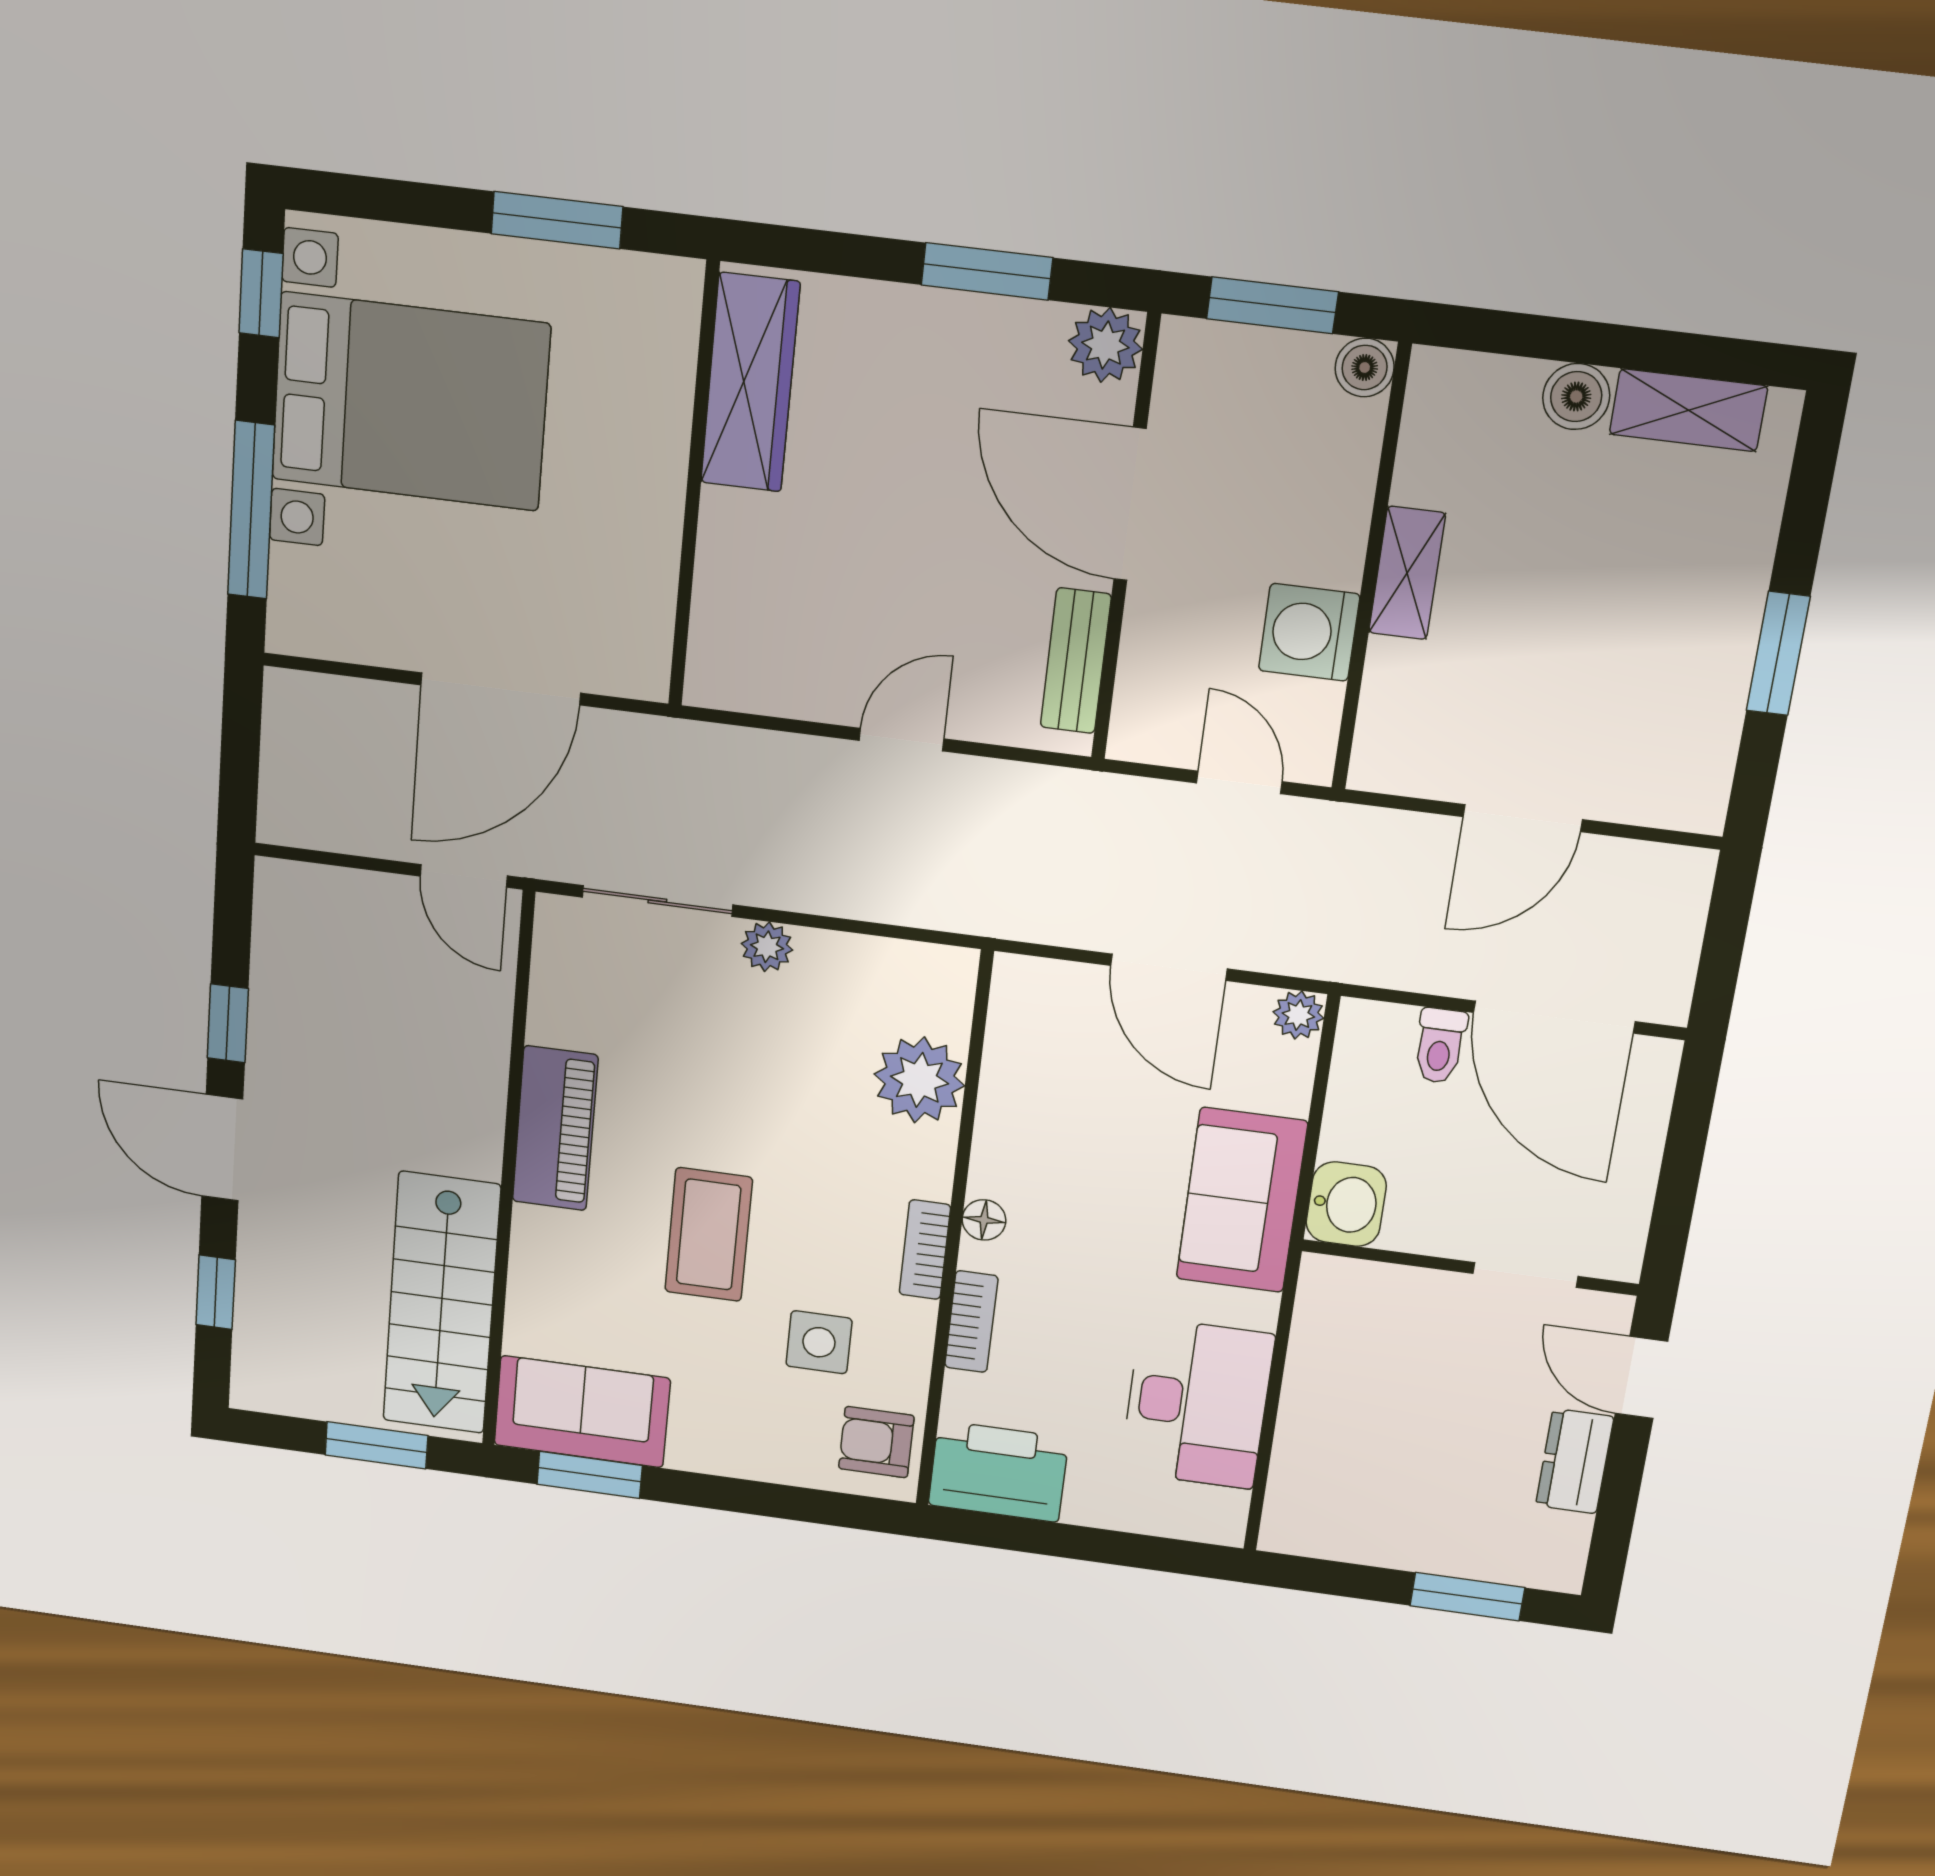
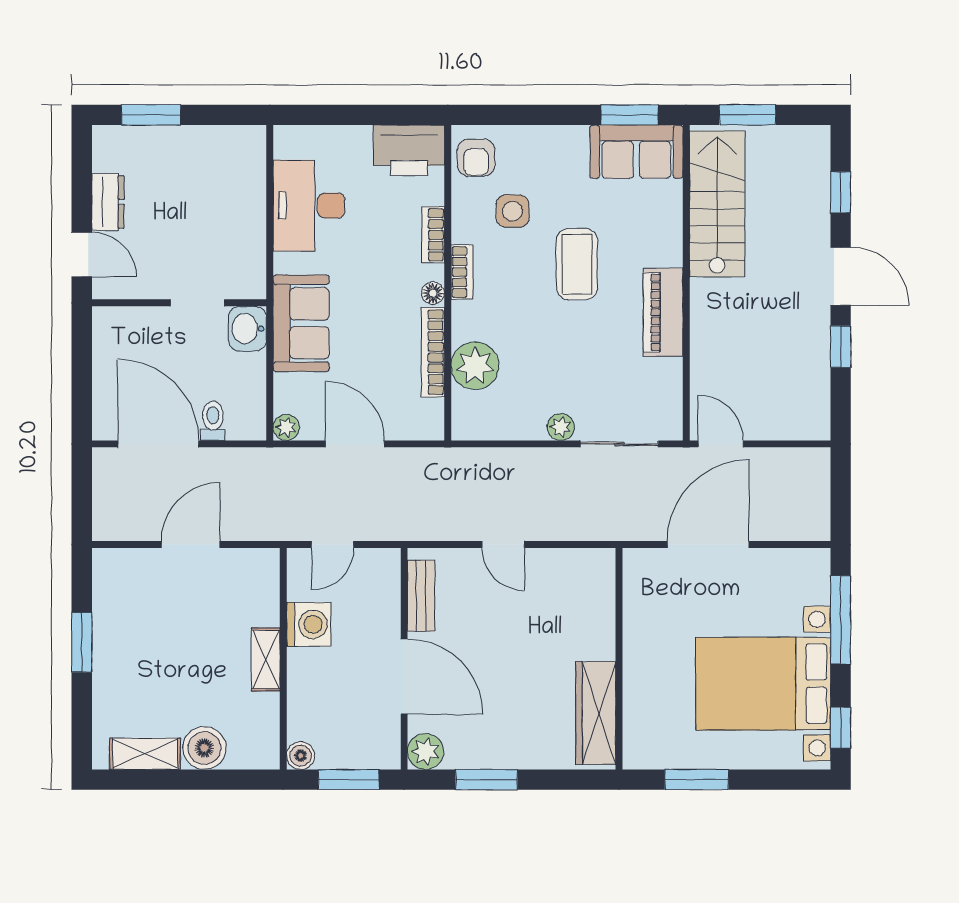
boiler: (1576, 397) -> (204, 748), width x1.36, depth x1.36
door: (902, 740) -> (503, 545), hinge flipped
door: (1239, 782) -> (332, 545), hinge flipped
bookcase: (997, 1115) -> (433, 352), added
doorway: (1525, 1275) -> (198, 303), moved
armchair: (876, 1442) -> (476, 158), turned 90

